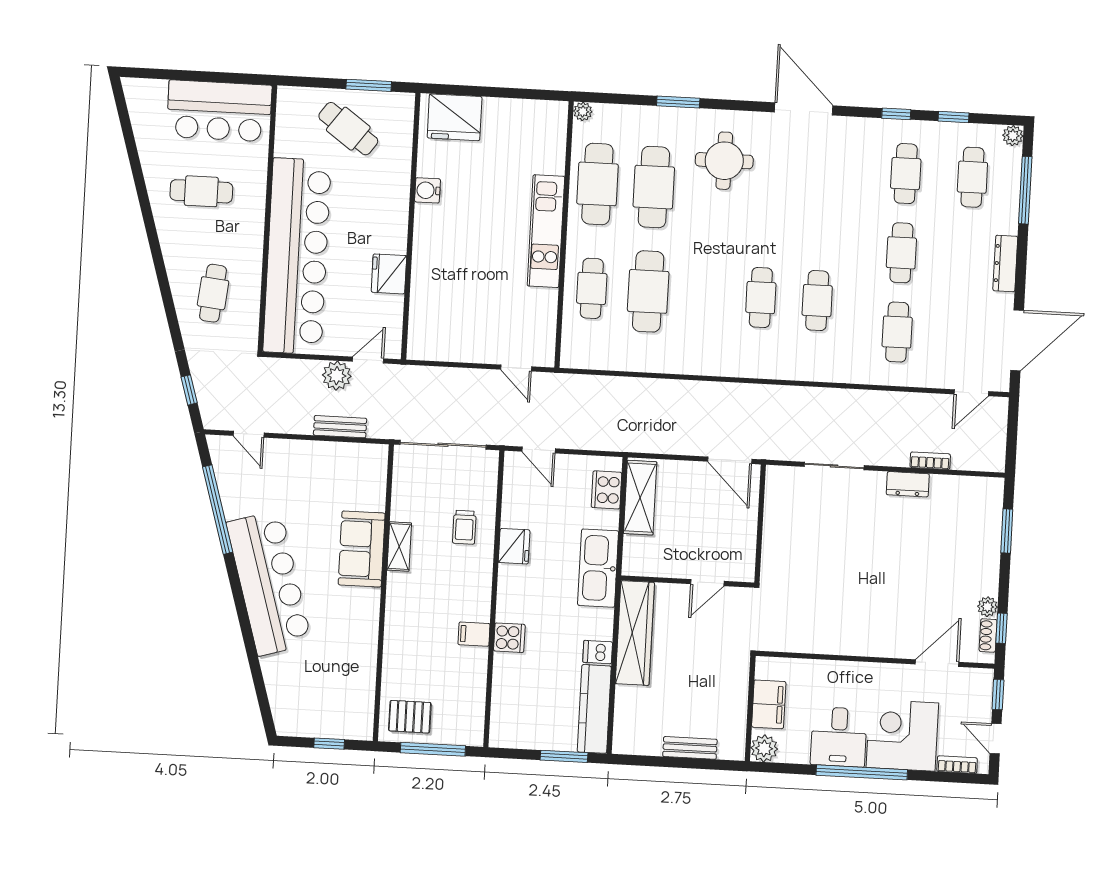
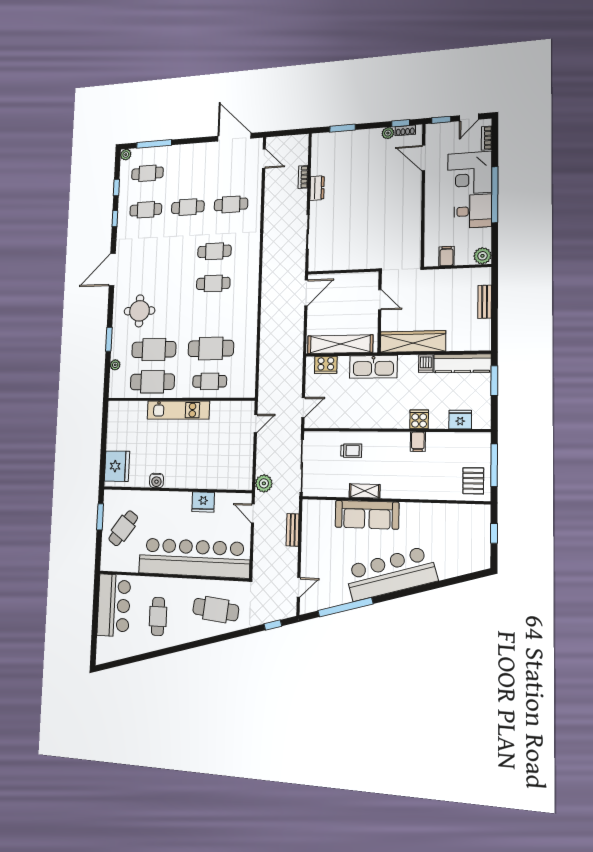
plant: (583, 111) -> (115, 365), moved
dresser: (1005, 263) -> (193, 149), removed
cafe table: (213, 293) -> (216, 610), width x1.37, depth x1.35
plant: (337, 376) -> (264, 483), moved
shelving: (640, 498) -> (340, 344), width x1.47
fridge: (514, 546) -> (460, 420), moved
sofa: (362, 549) -> (367, 515), width x1.36
filing cabinet: (769, 704) -> (447, 256), width x0.50

